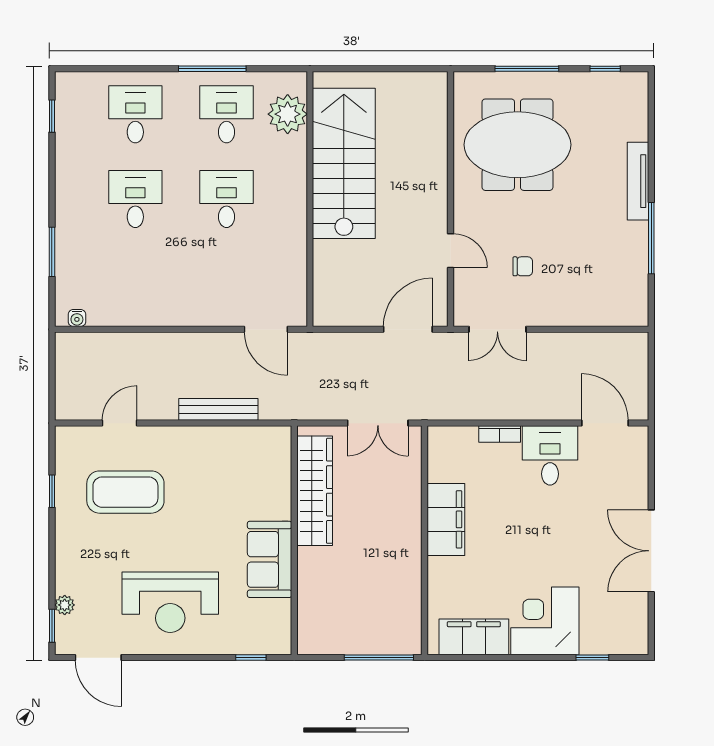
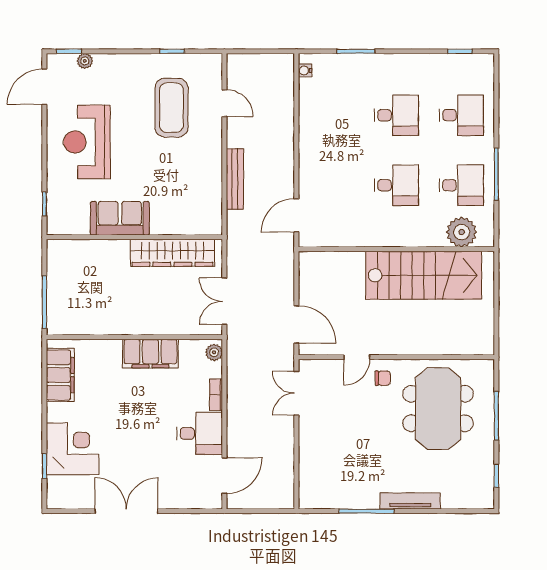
chair: (523, 266) -> (383, 378), moved, turned -90
plant: (444, 437) -> (214, 352), added
corner desk: (545, 621) -> (73, 449), moved

